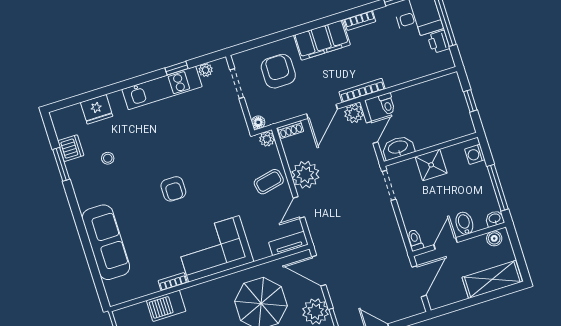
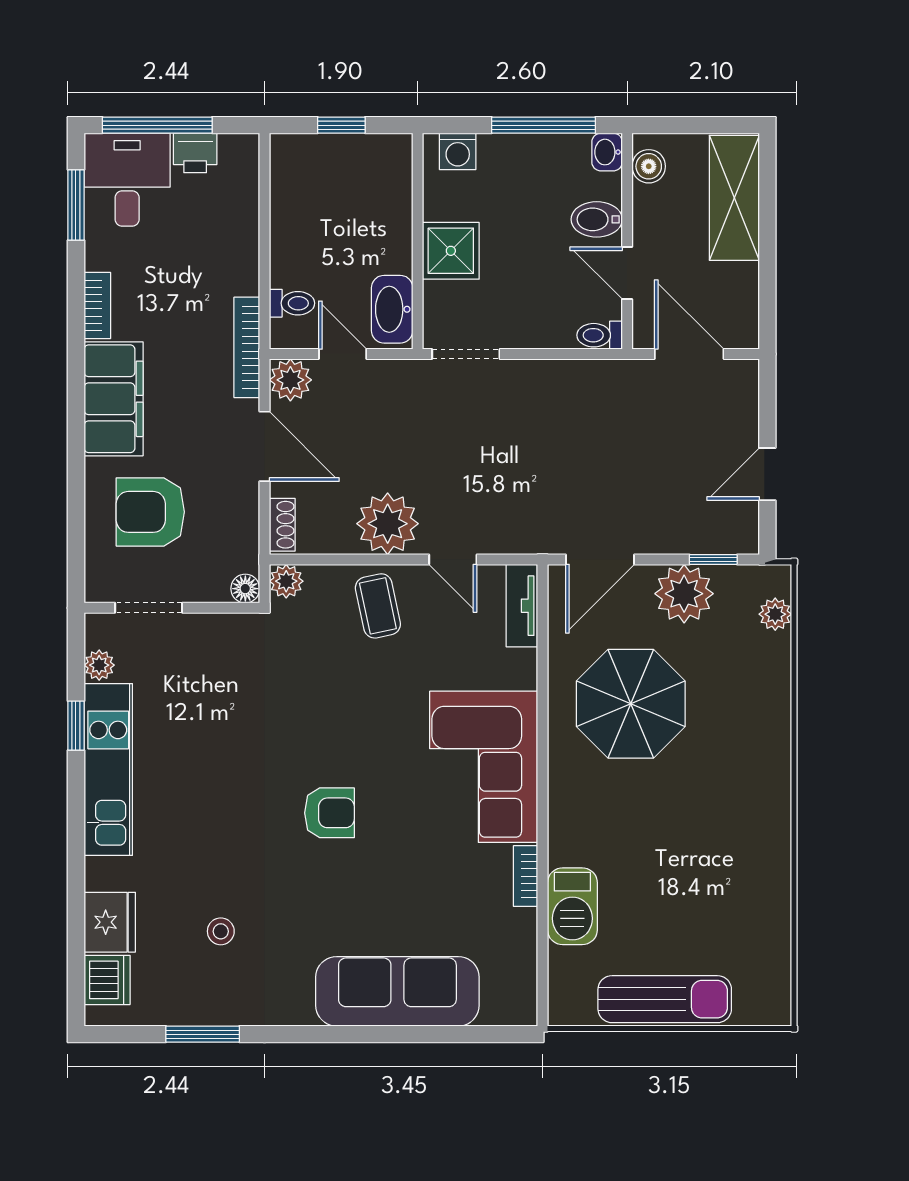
dishwasher: (71, 148) -> (107, 980), moved, turned 90

